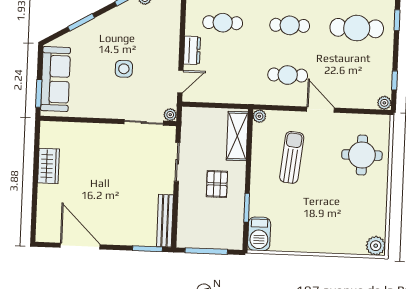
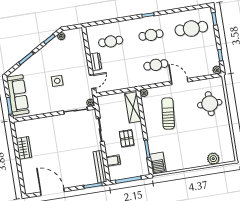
filing cabinet: (188, 215) -> (113, 161), added
plant: (376, 246) -> (213, 159), moved

